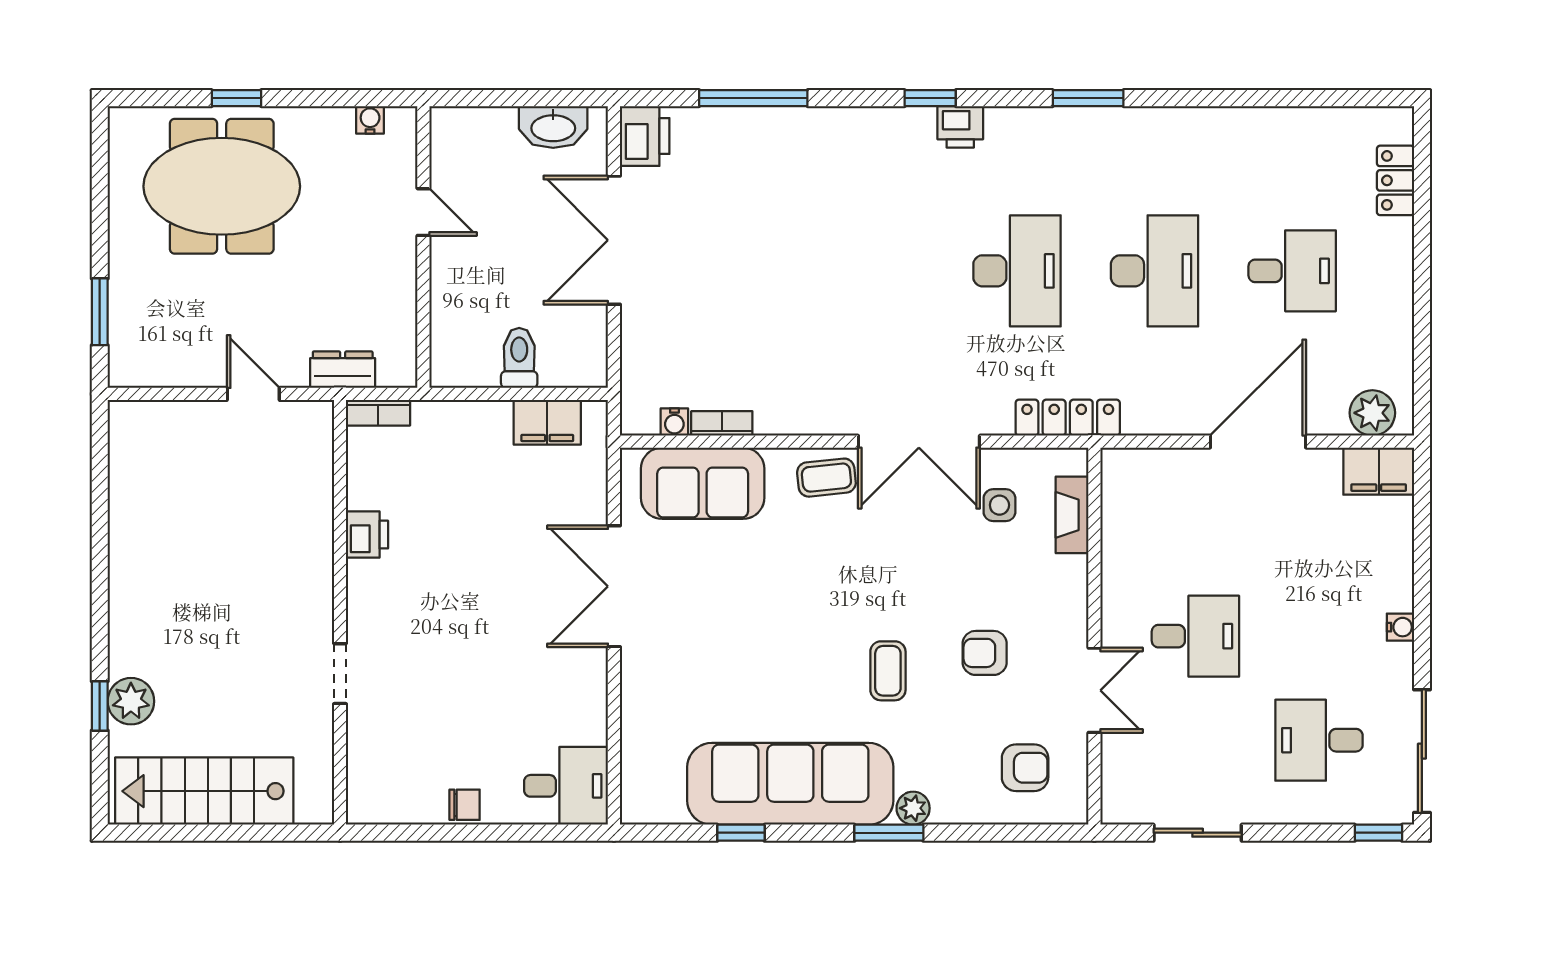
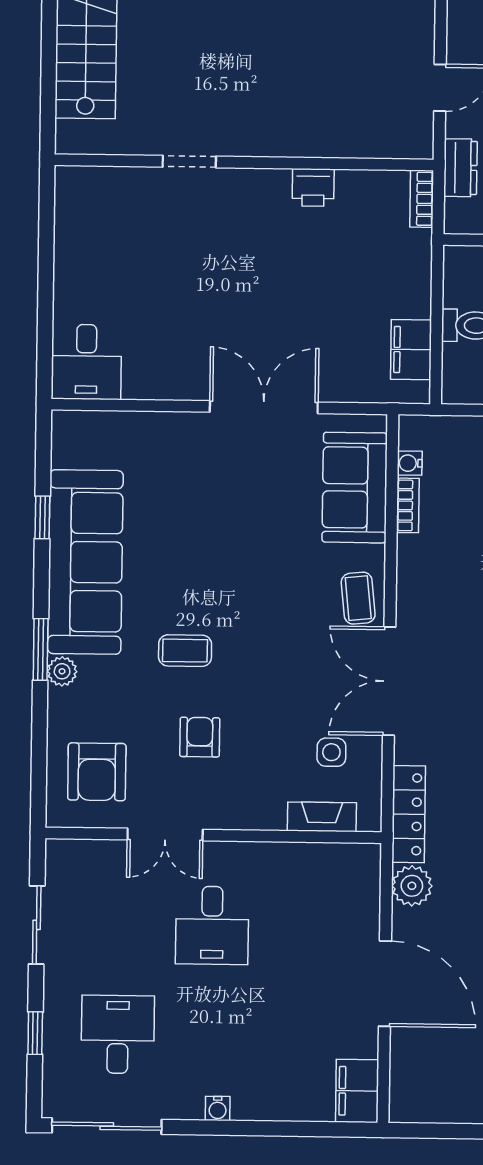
plant: (1372, 413) -> (412, 886), moved
armchair: (1025, 768) -> (97, 772), width x1.38, depth x1.38
chair: (465, 805) -> (71, 271), removed
window: (1378, 833) -> (35, 1033), moved

